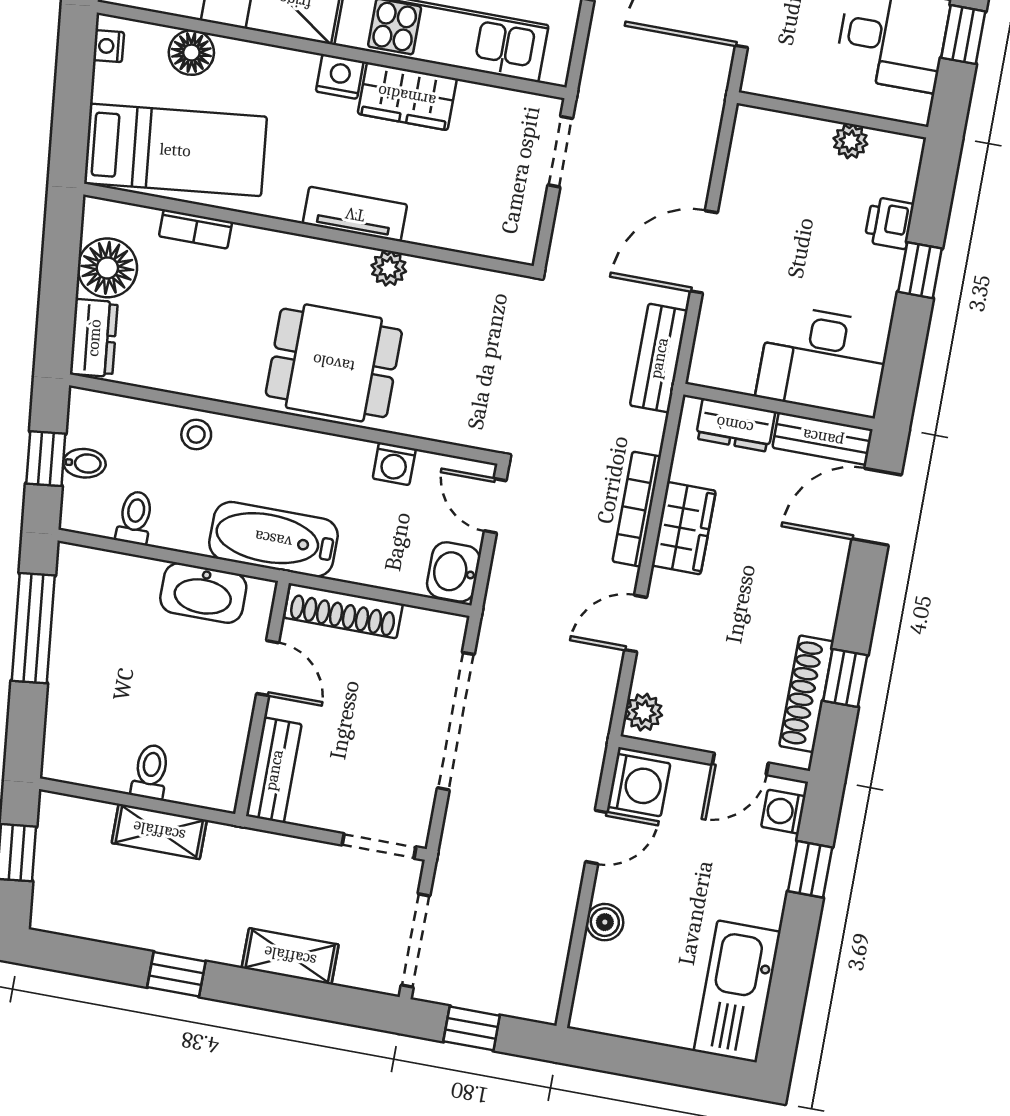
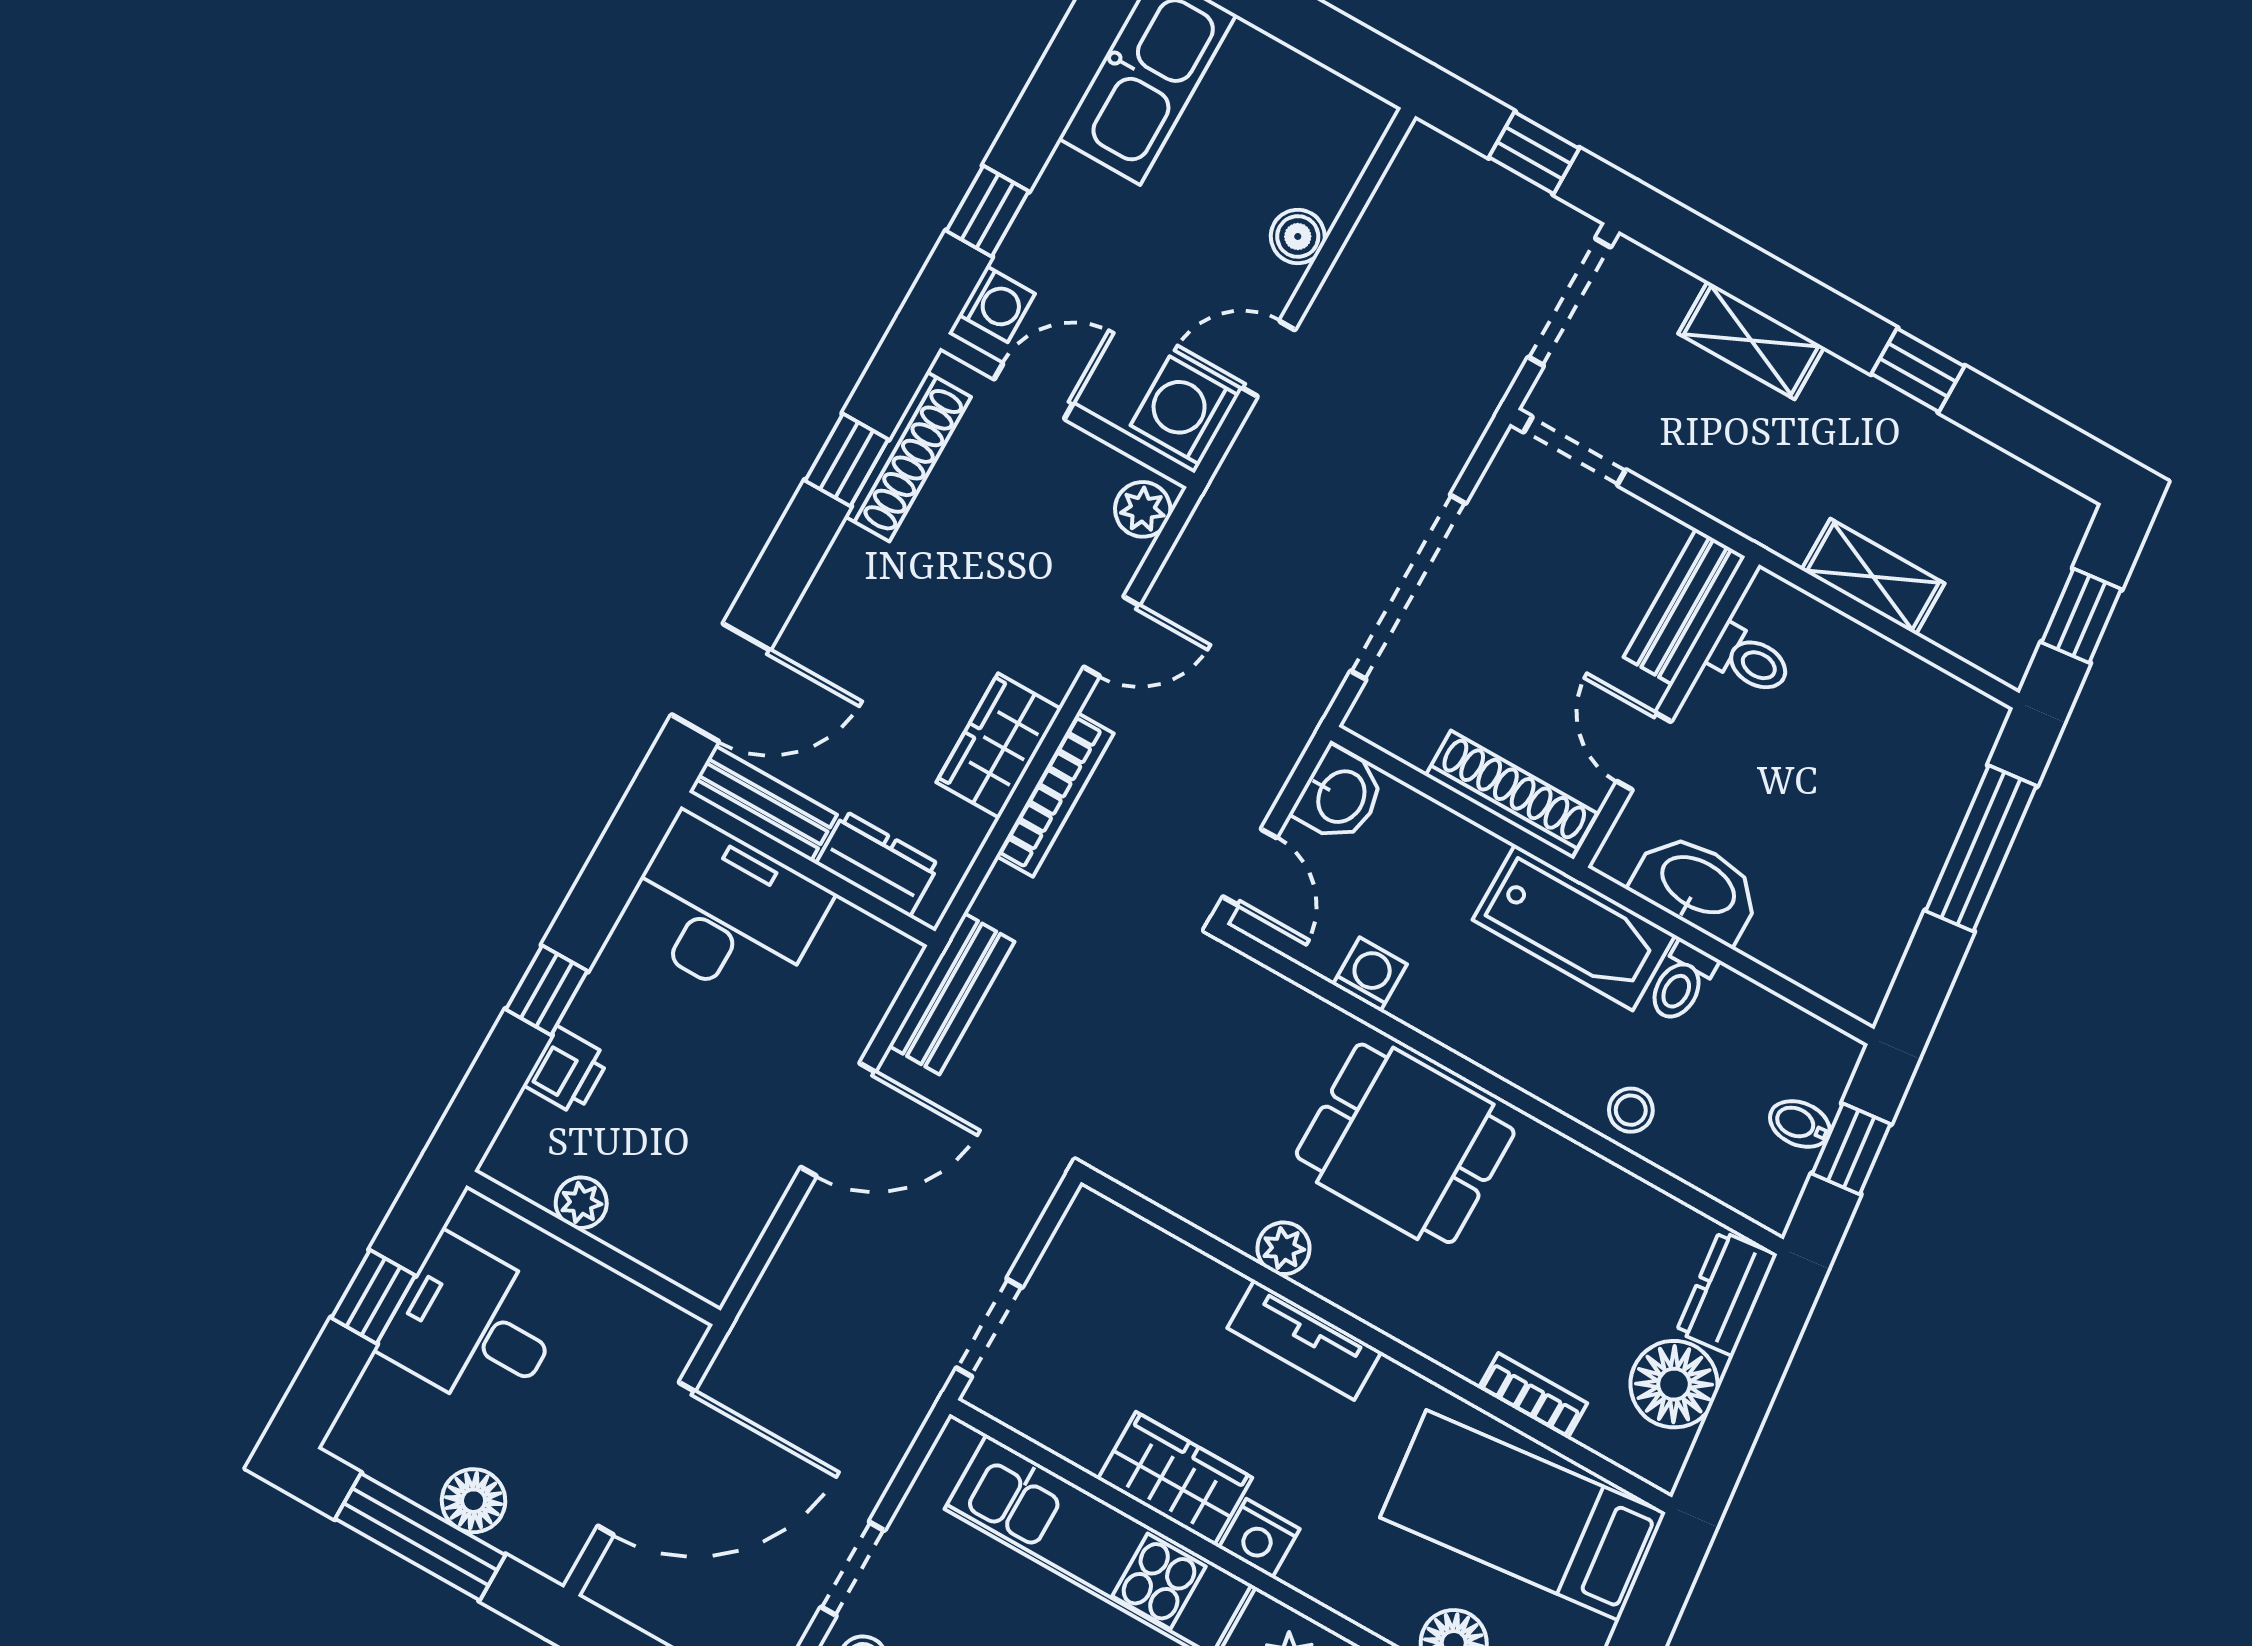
toilet: (135, 518) -> (1681, 982), moved
window: (33, 628) -> (1981, 848), moved
toilet: (151, 772) -> (1749, 660), moved, turned -90

